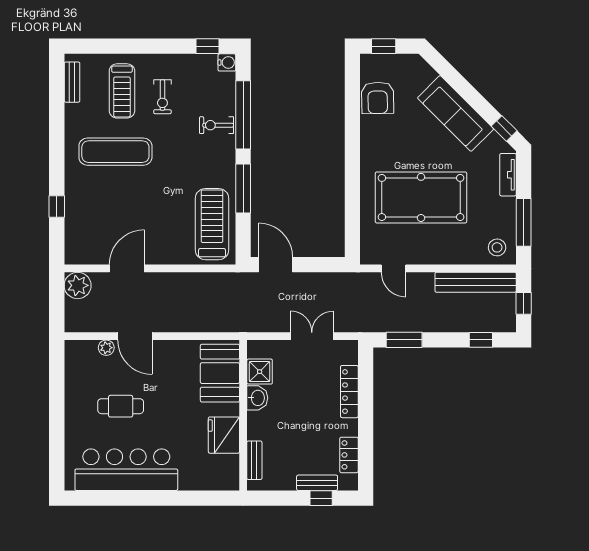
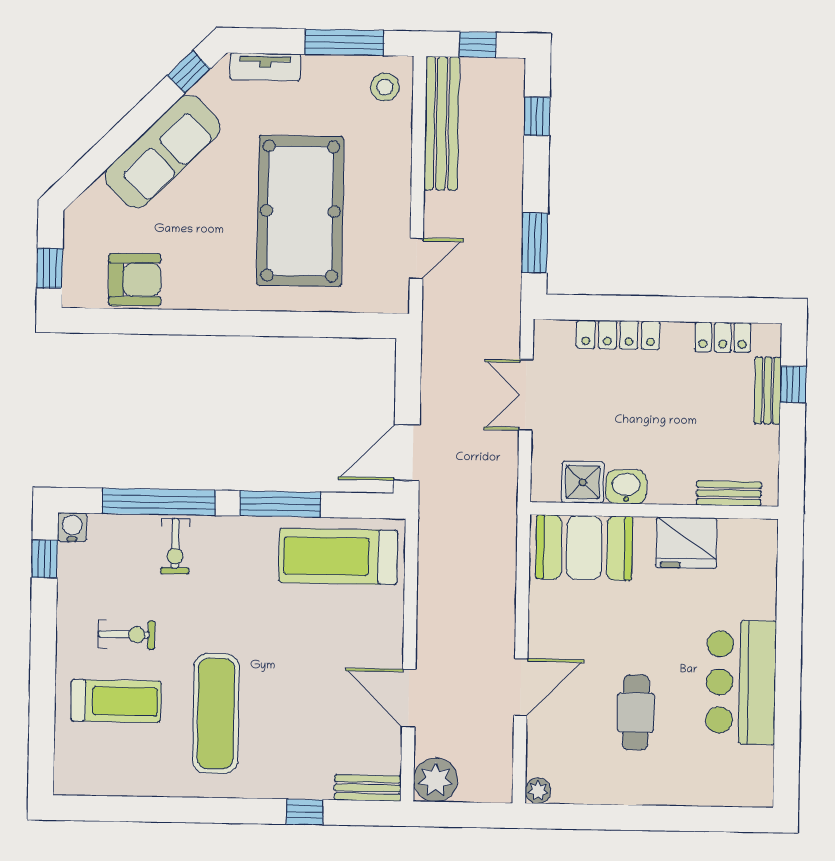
bench: (72, 82) -> (368, 788), moved
plant: (106, 348) -> (538, 791), moved
bar counter: (126, 470) -> (741, 682), width x0.73

